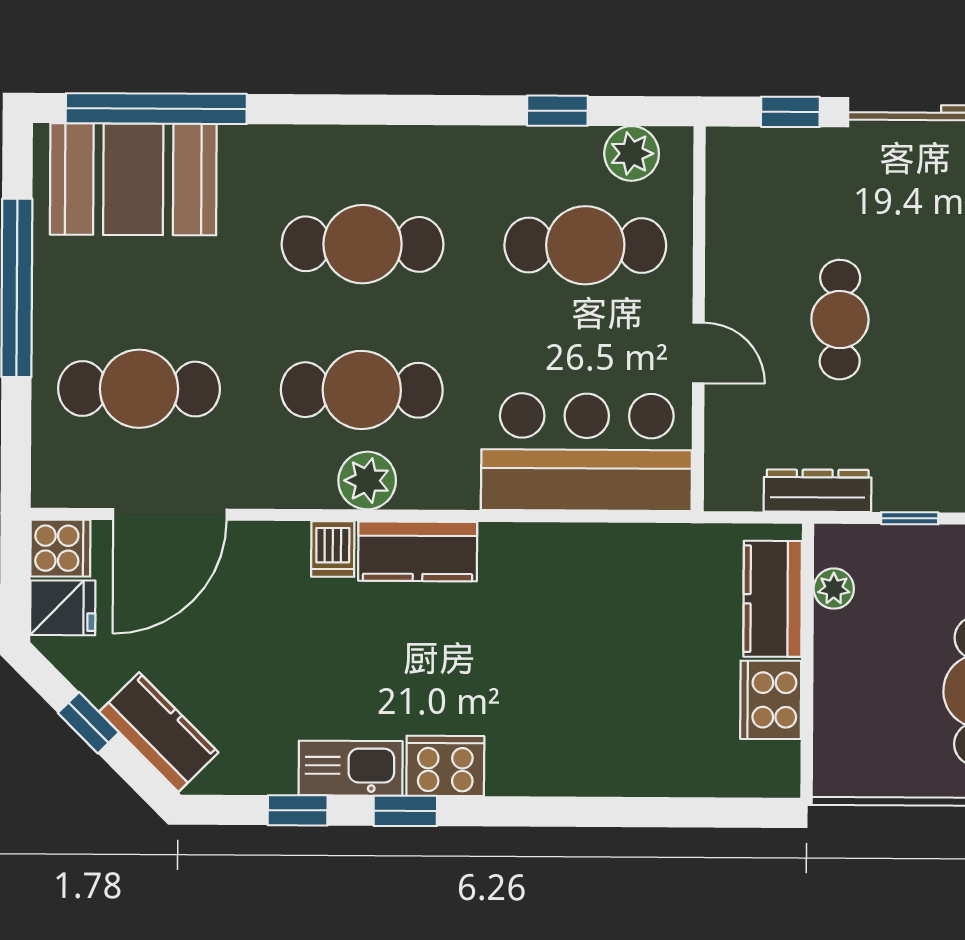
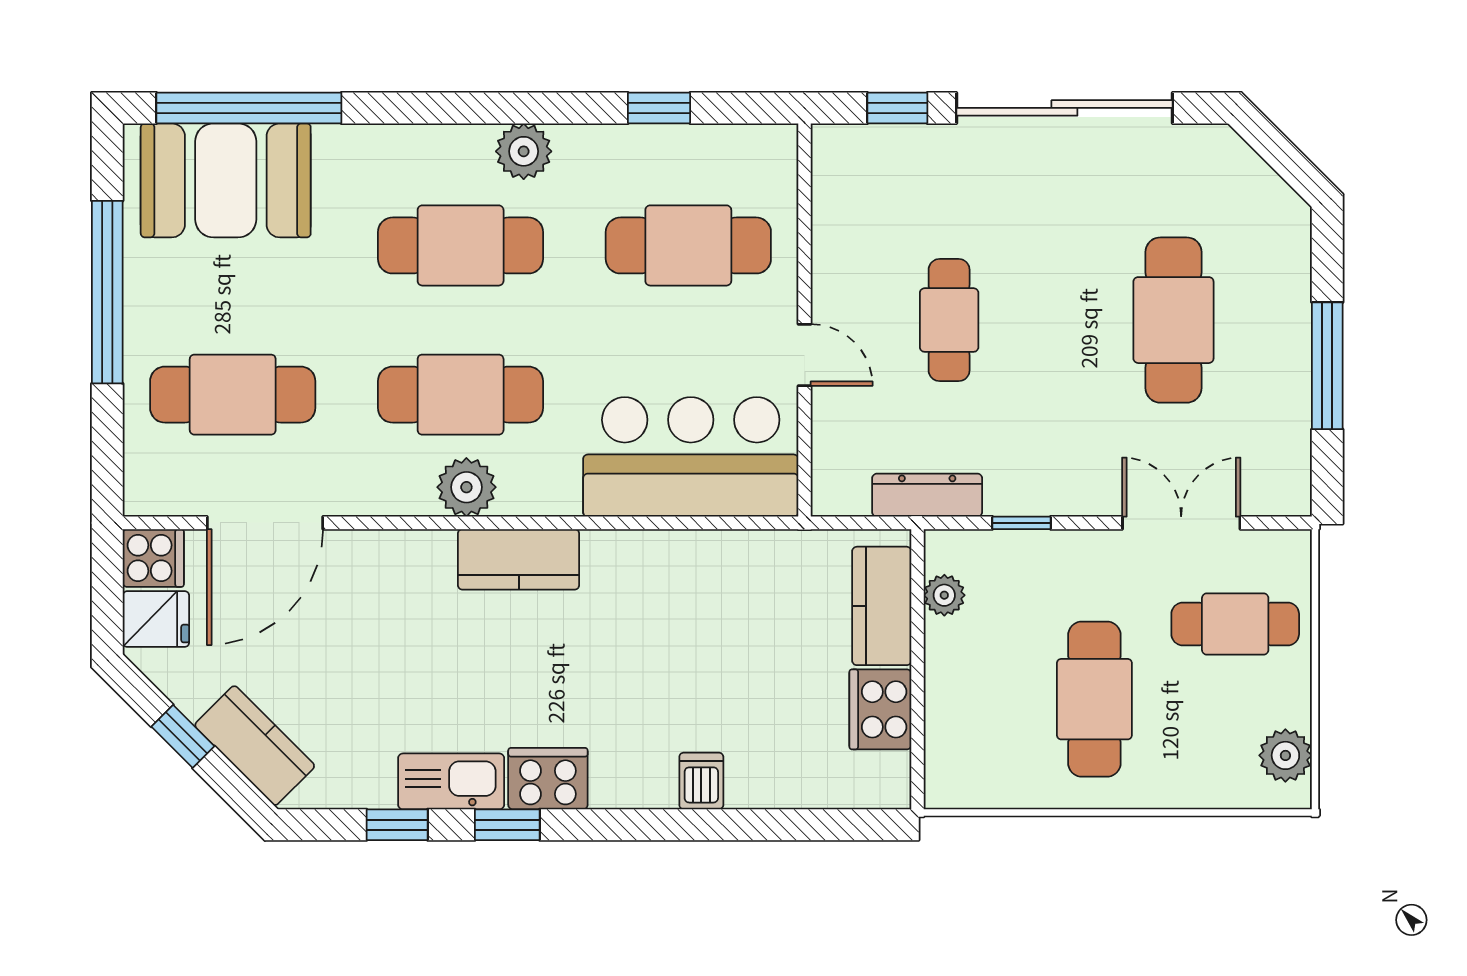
plant: (632, 153) -> (524, 151), moved
dishwasher: (333, 549) -> (701, 781), moved, turned 180

